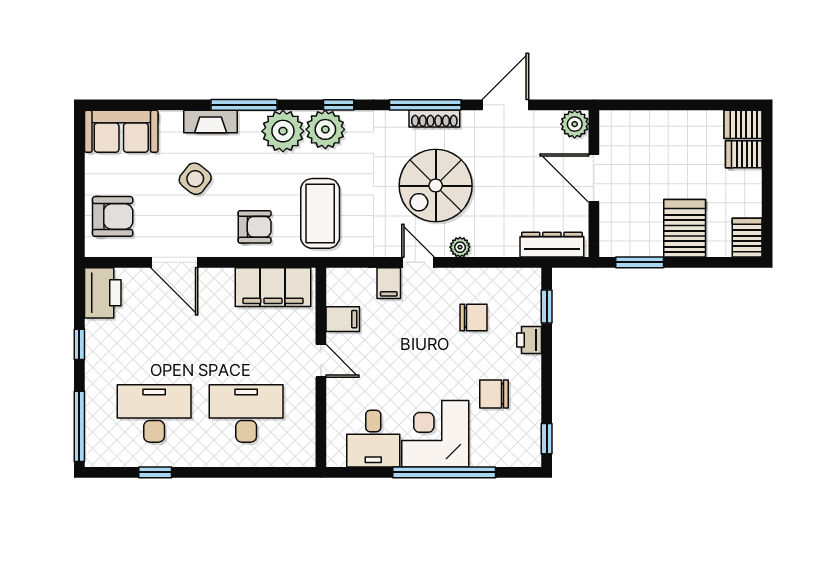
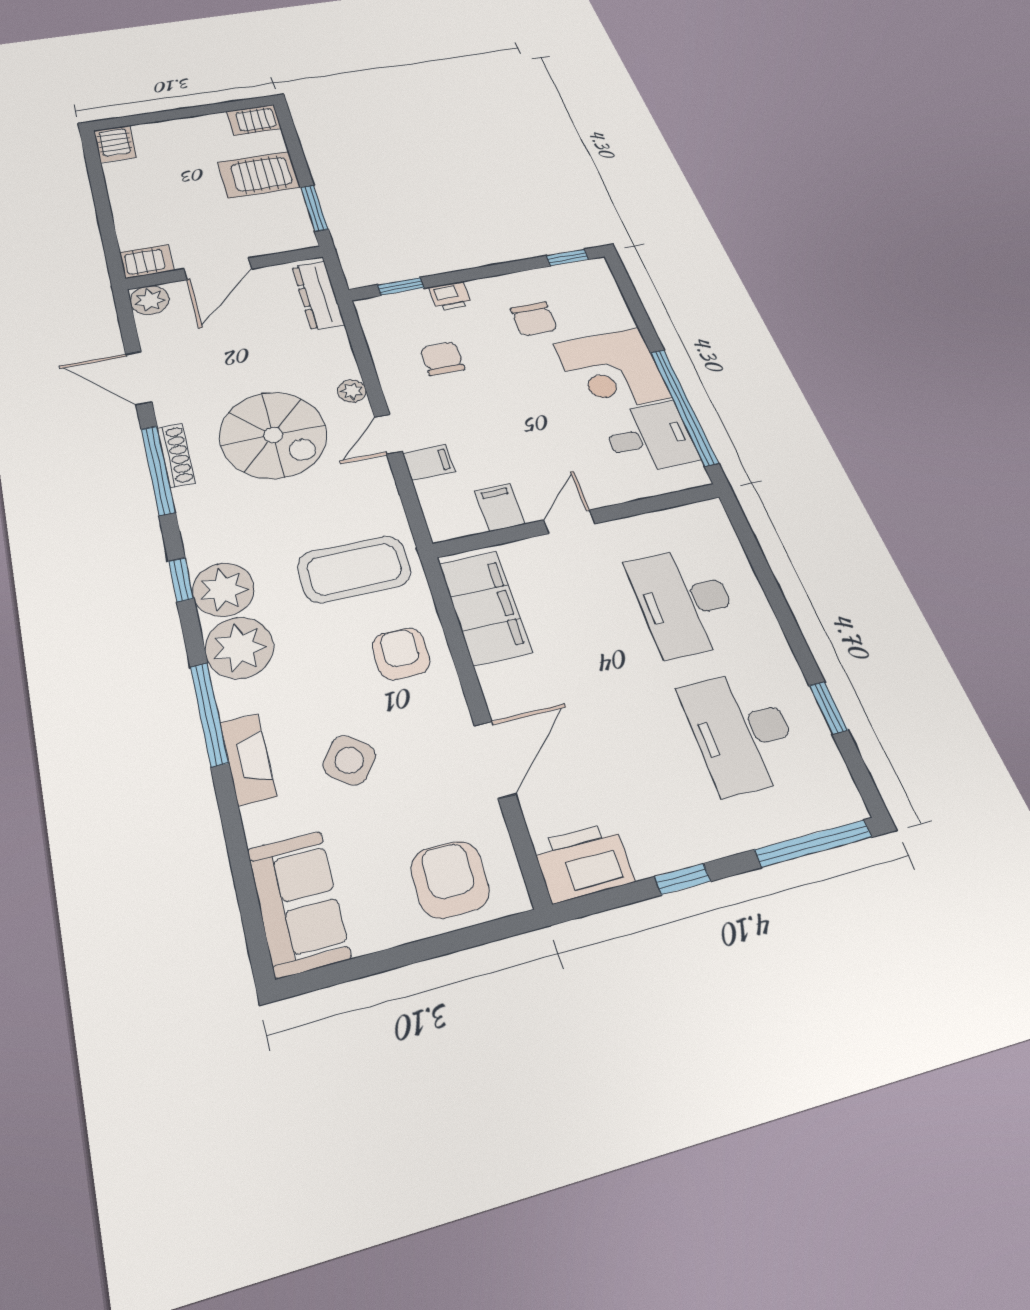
server rack: (744, 154) -> (147, 261), moved, turned -90
window: (444, 472) -> (684, 406), moved

